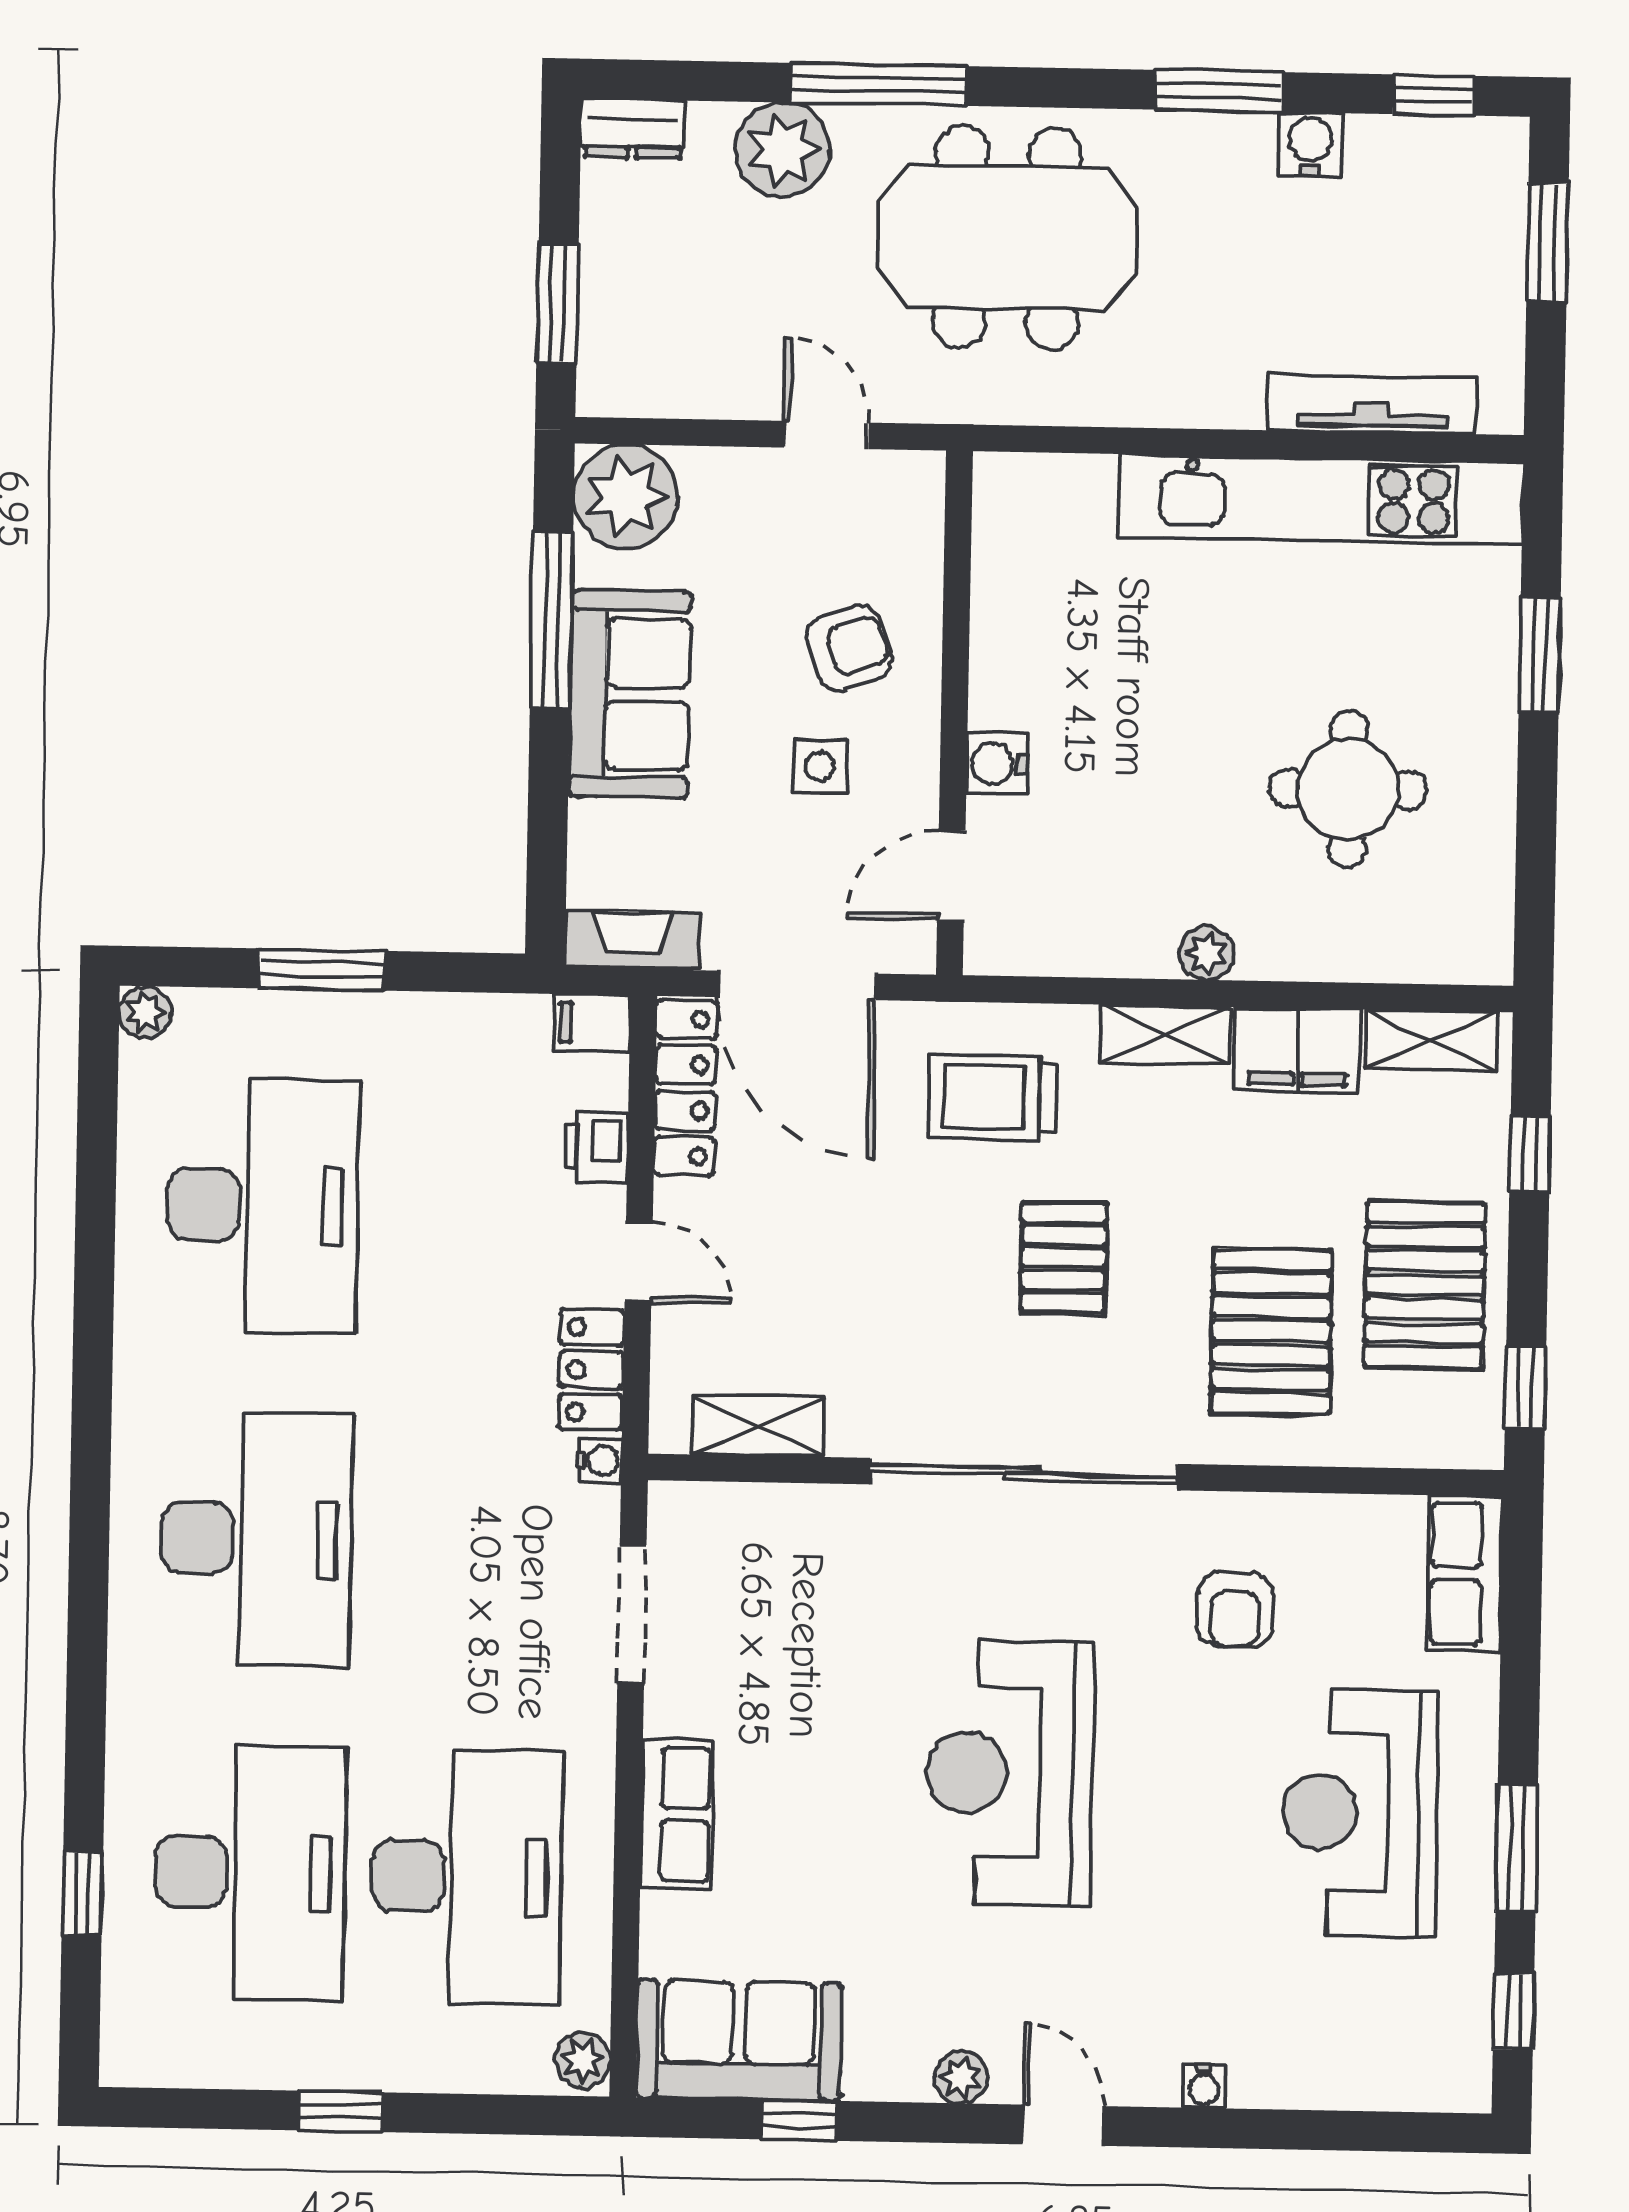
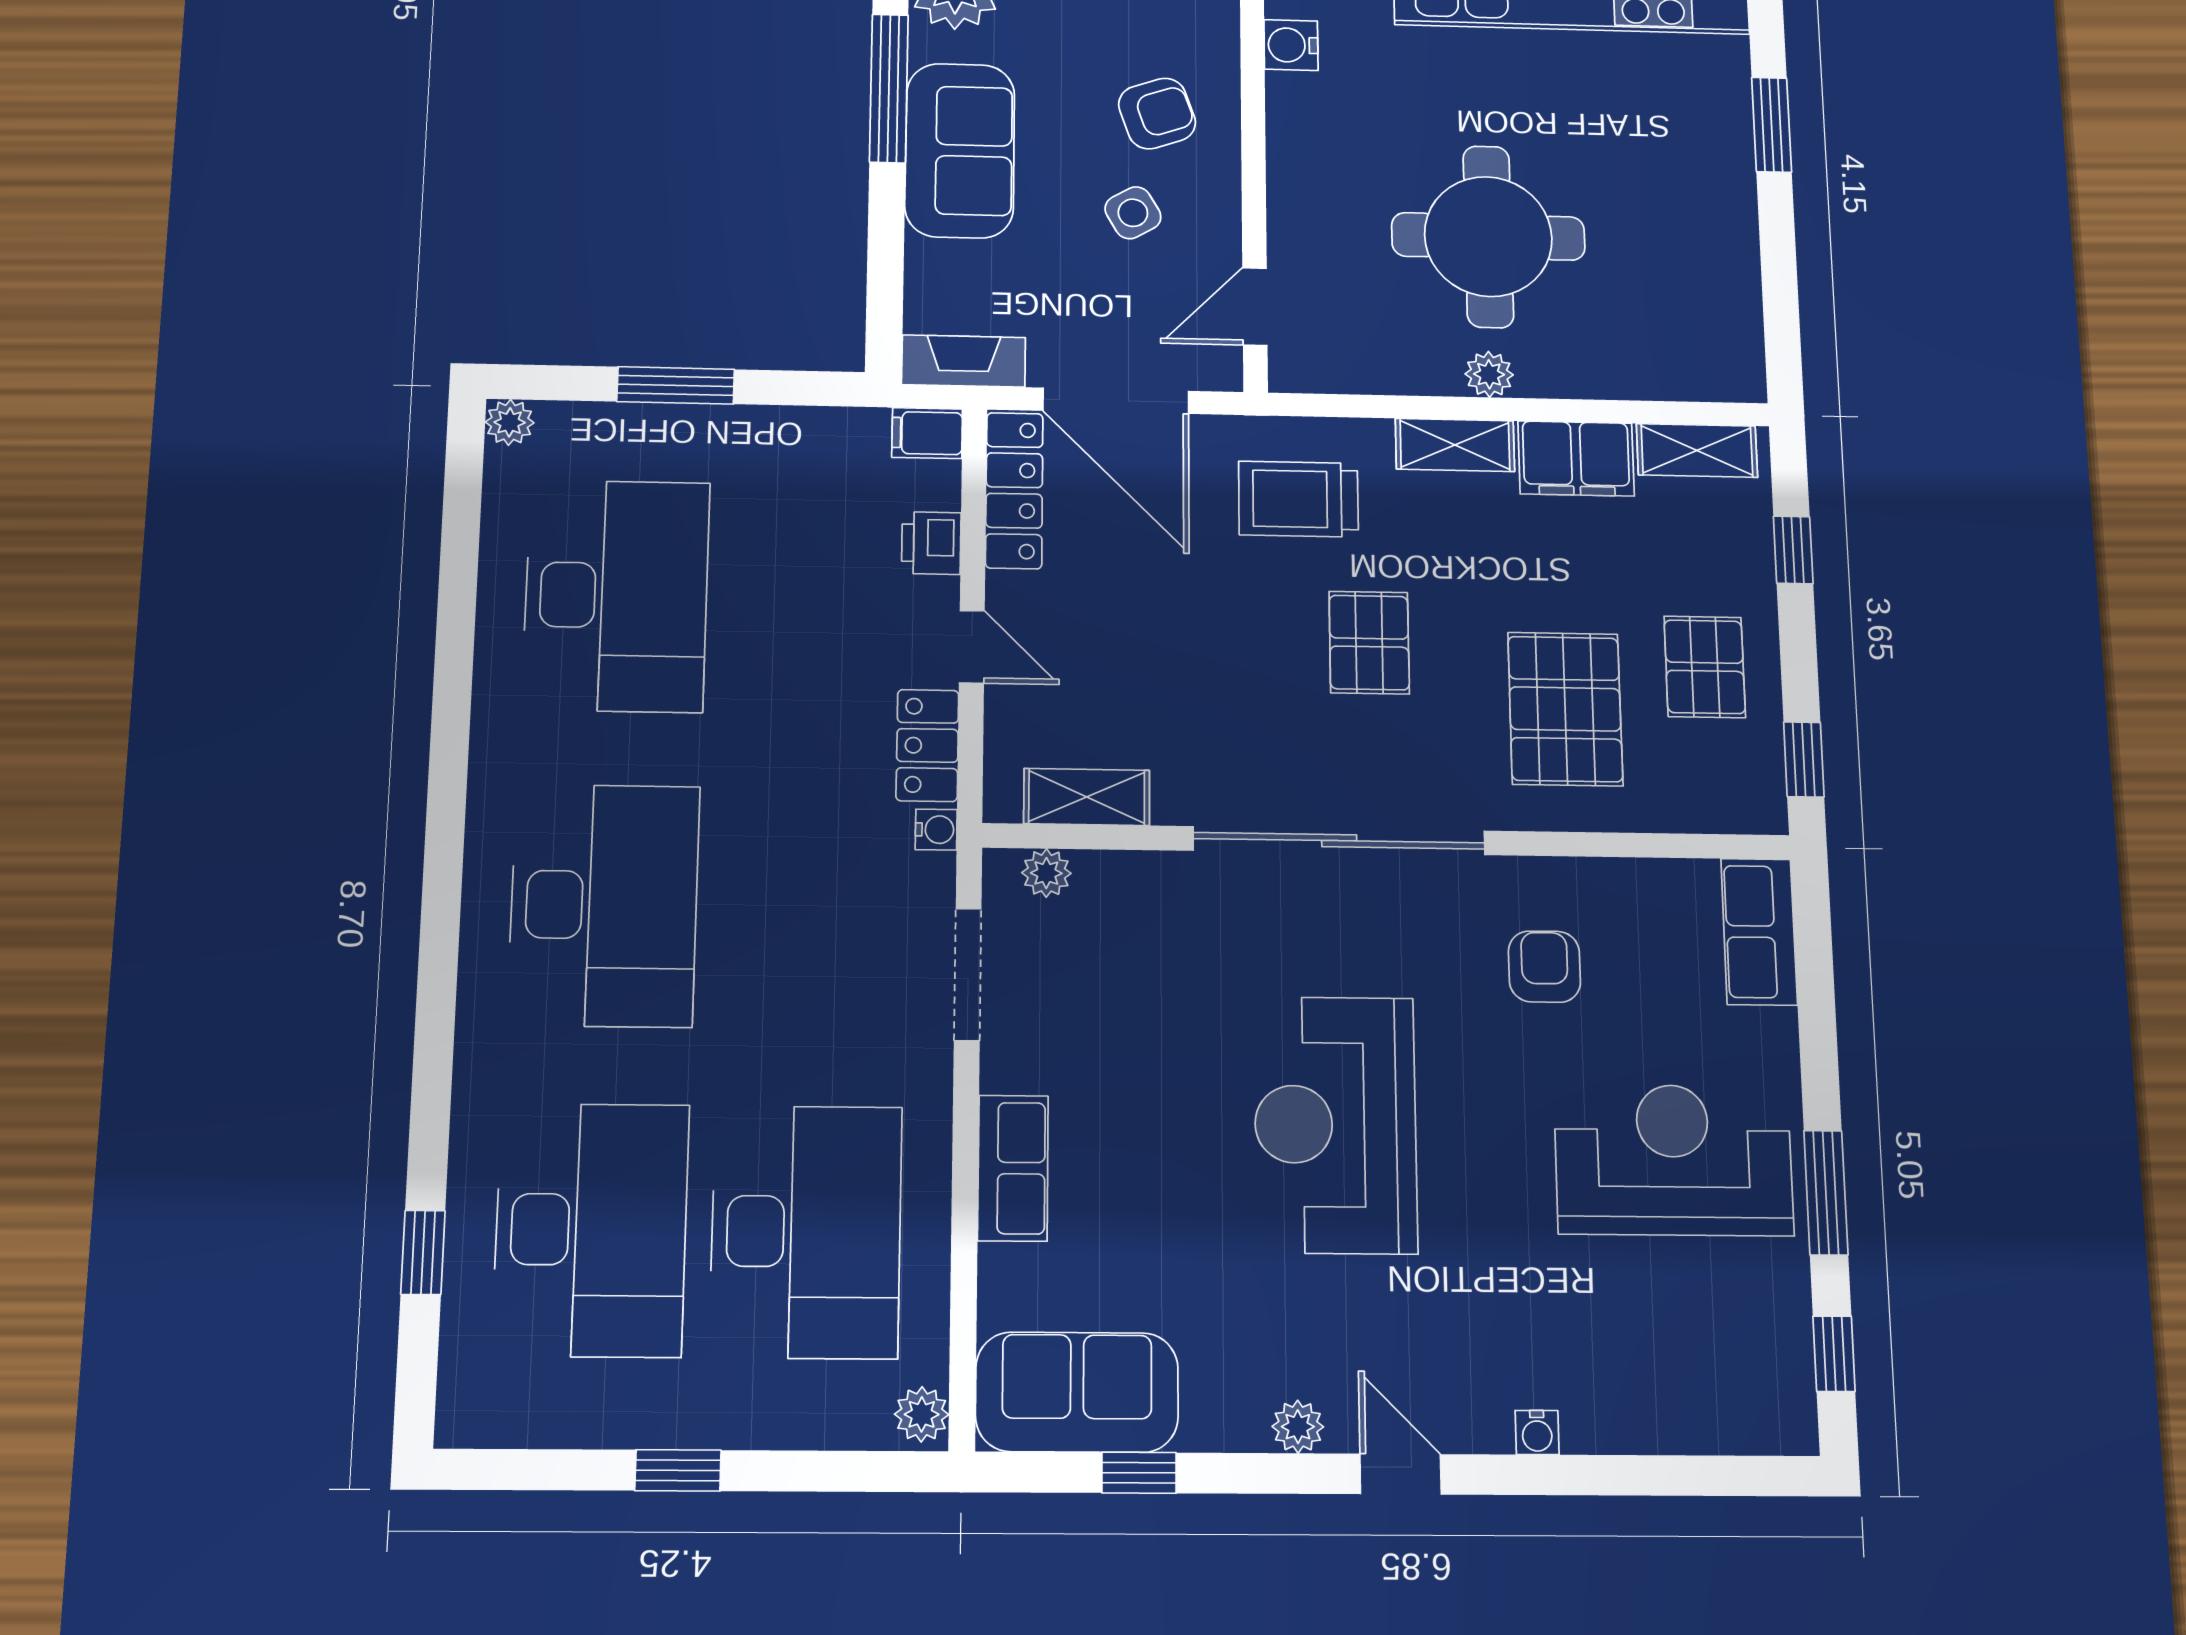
water cooler: (997, 763) -> (1291, 45), moved
side table: (820, 766) -> (1133, 213), turned -30
round table: (1348, 789) -> (1488, 236), moved, width x1.36, depth x1.36
pallet: (1425, 1285) -> (1705, 667), width x0.67, depth x0.71
plant: (715, 1507) -> (1046, 873), added
armchair: (1235, 1610) -> (1544, 967), turned 180
reception desk: (1360, 1813) -> (1674, 1160), turned 90

